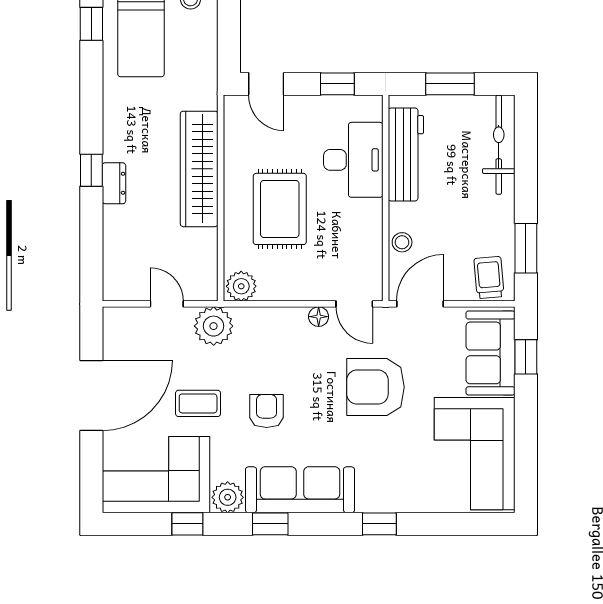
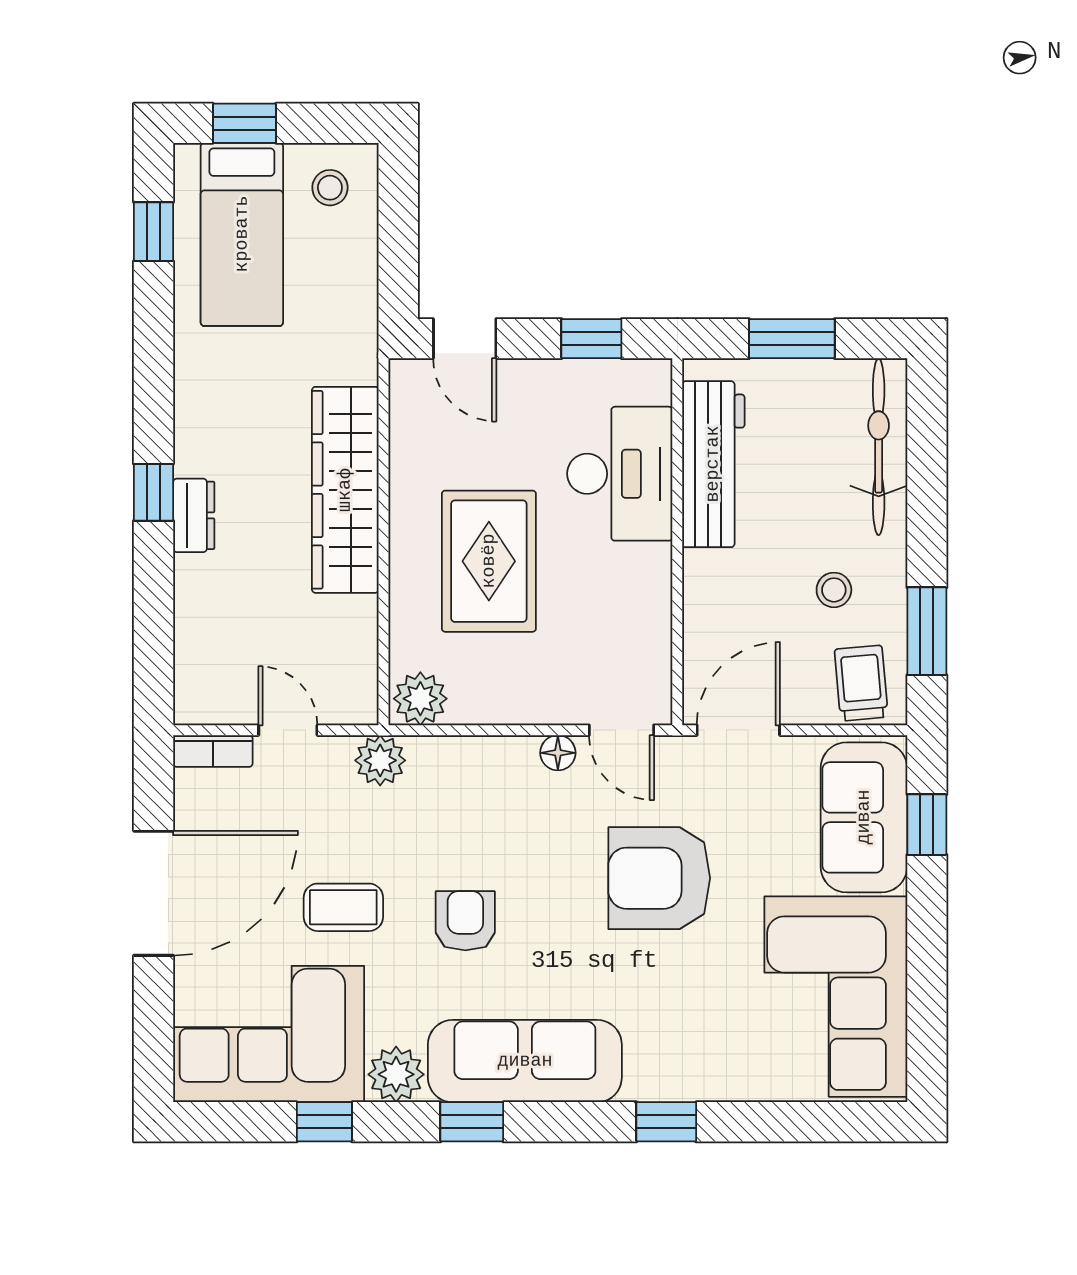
stool: (402, 242) -> (834, 590), moved
bookcase: (125, 316) -> (213, 751), added
plant: (214, 326) -> (380, 760), width x0.73, depth x0.73

